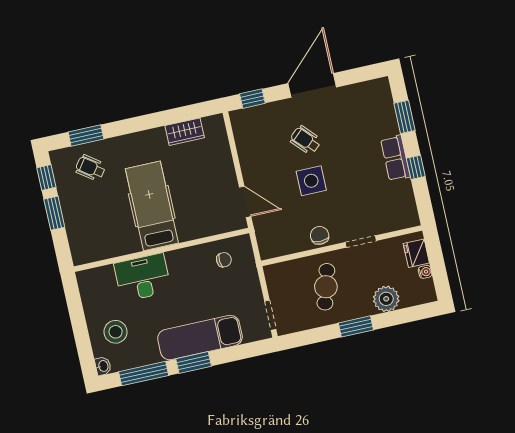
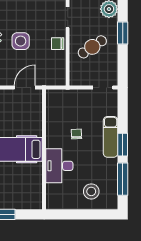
chair: (224, 260) -> (76, 134), moved
cafe table: (326, 287) -> (92, 47), turned -50
exam couch: (200, 338) -> (111, 137), width x0.73, depth x0.69
washbasin: (103, 366) -> (112, 205), removed

